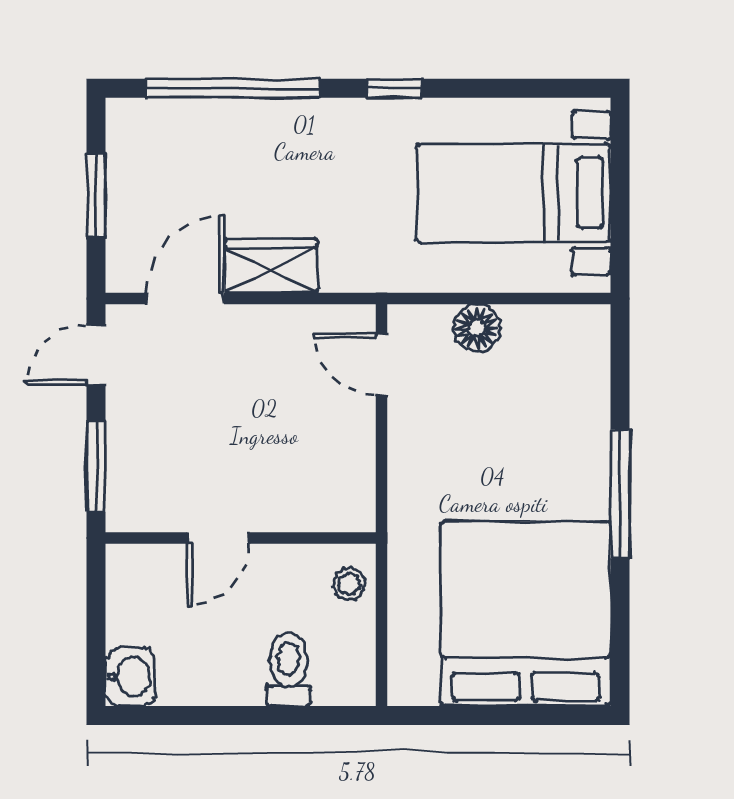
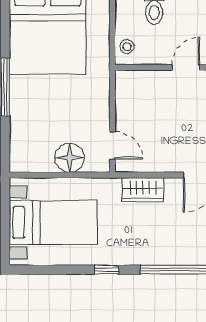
wardrobe: (271, 266) -> (143, 190), moved
floor lamp: (477, 328) -> (70, 158), width x1.38, depth x1.38

